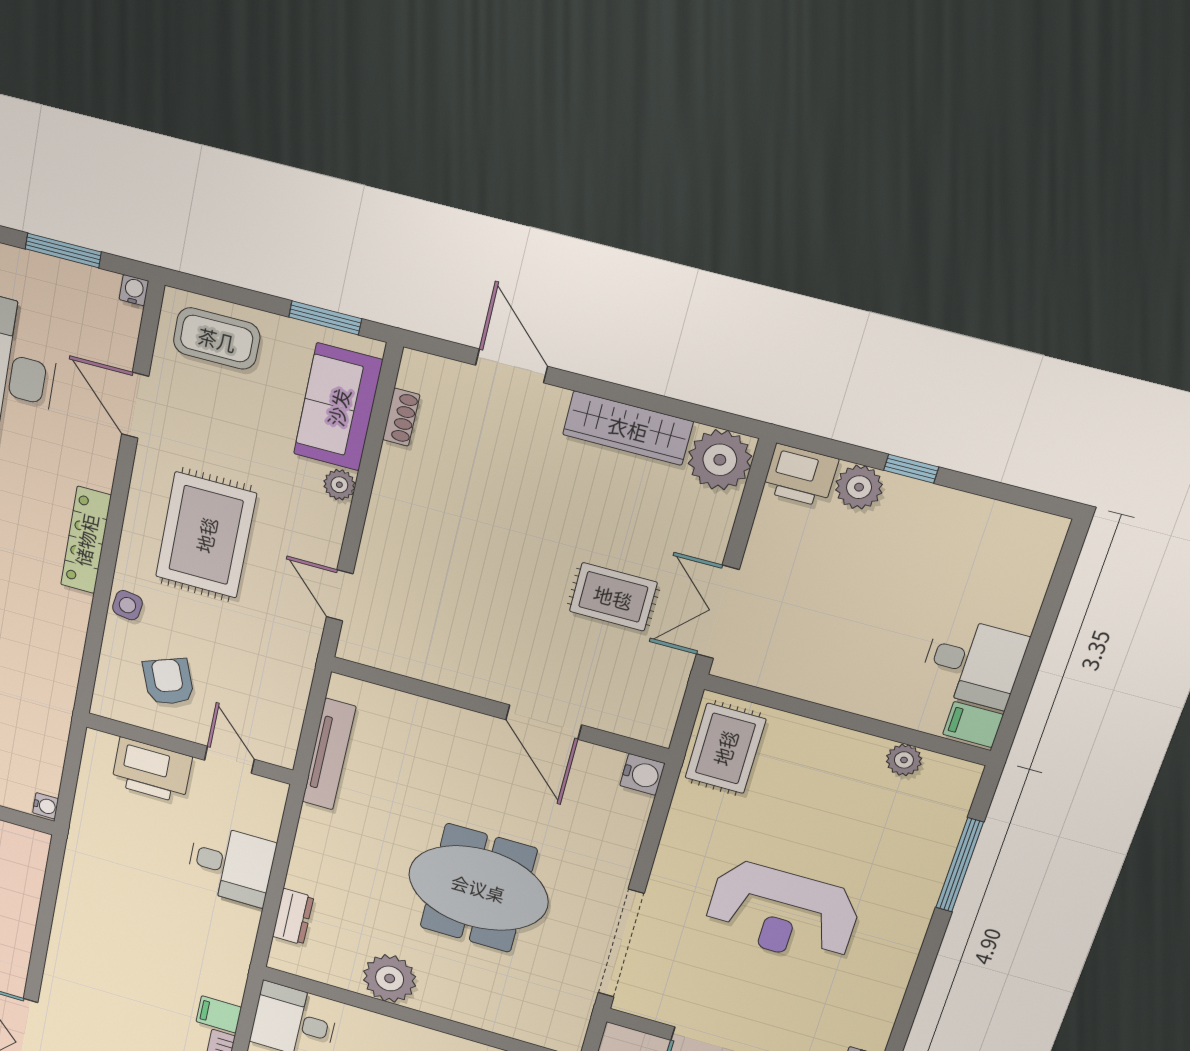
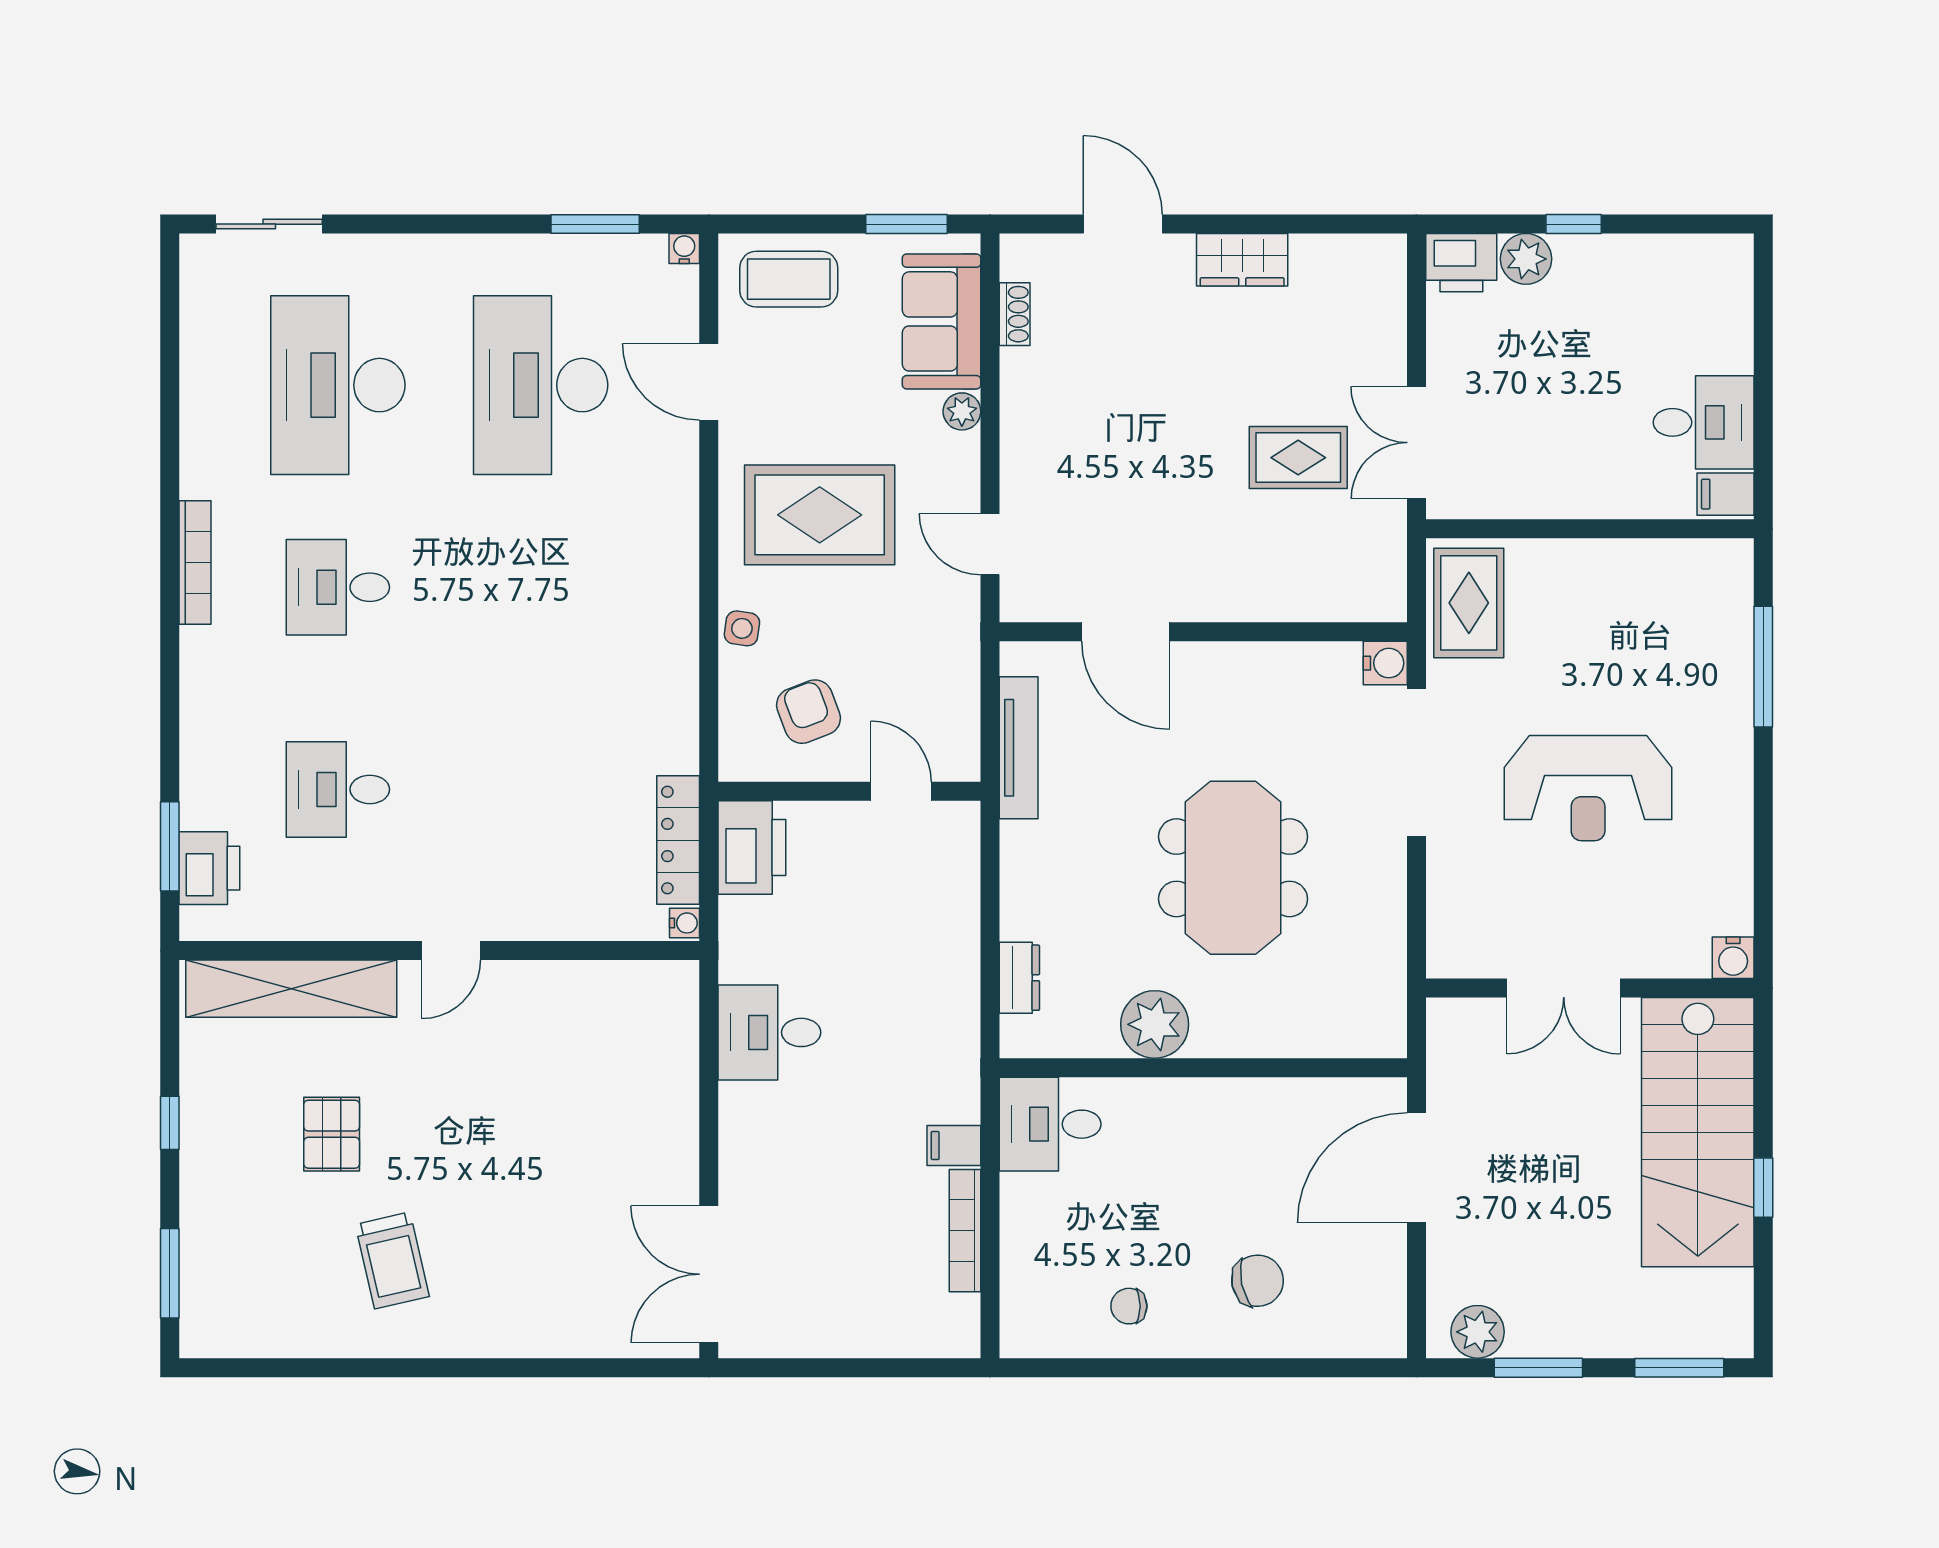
wardrobe: (628, 428) -> (1242, 260), width x0.67
plant: (720, 460) -> (1372, 269), removed
rug: (206, 535) -> (820, 515), turned 90
locker: (86, 540) -> (678, 840), moved
door: (544, 722) -> (1126, 632), moved
plant: (904, 760) -> (1666, 558), removed
printer: (152, 770) -> (752, 847), moved, turned -90
desk: (231, 865) -> (769, 1032), moved, turned 180
meeting table: (478, 888) -> (1233, 868), turned 90
doorway: (621, 943) -> (1417, 763), moved

